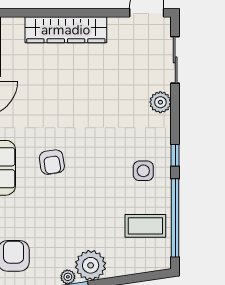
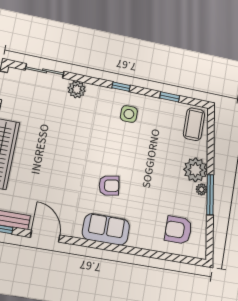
window: (175, 218) -> (170, 97), width x0.32
coffee table: (145, 226) -> (194, 124), moved

